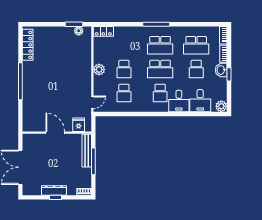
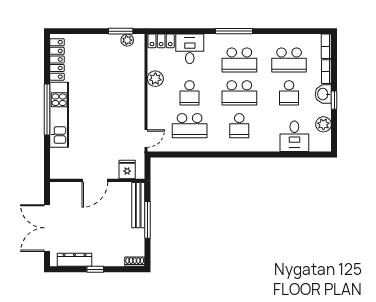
plant: (99, 70) -> (155, 79), moved
kitchen unit: (29, 85) -> (59, 115), added
school desk: (124, 93) -> (190, 126), width x1.85
desk: (179, 101) -> (190, 49), moved, turned 180
plant: (221, 106) -> (323, 124), moved
door: (55, 133) -> (95, 180), swing flipped
dresser: (54, 190) -> (75, 260), moved

